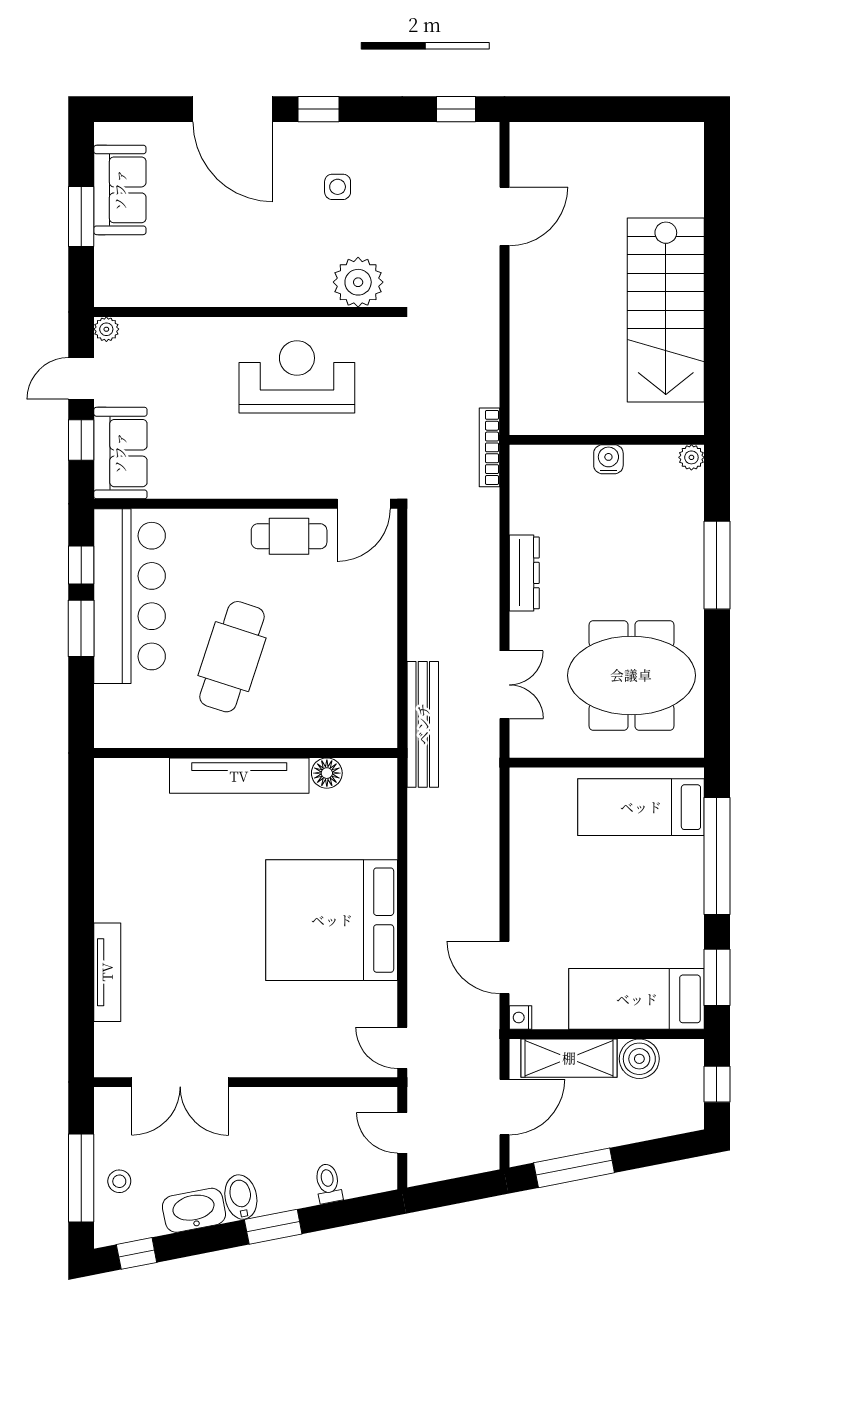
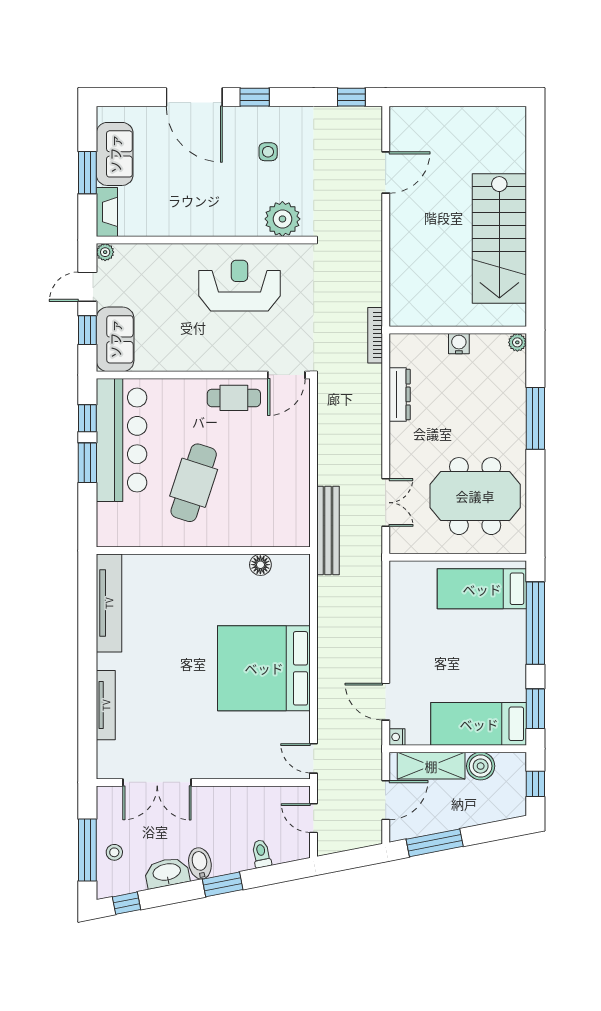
fireplace: (109, 272) -> (107, 212), added
dresser: (524, 573) -> (400, 394), moved
tv unit: (239, 776) -> (109, 603), moved, turned -90

